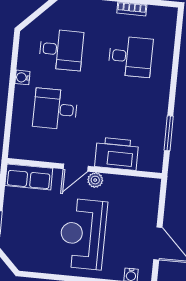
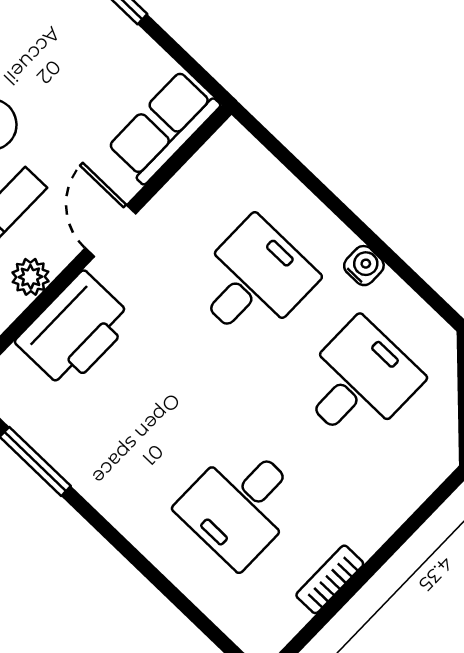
desk: (61, 50) -> (359, 382), turned 180
plant: (95, 180) -> (31, 277), moved

